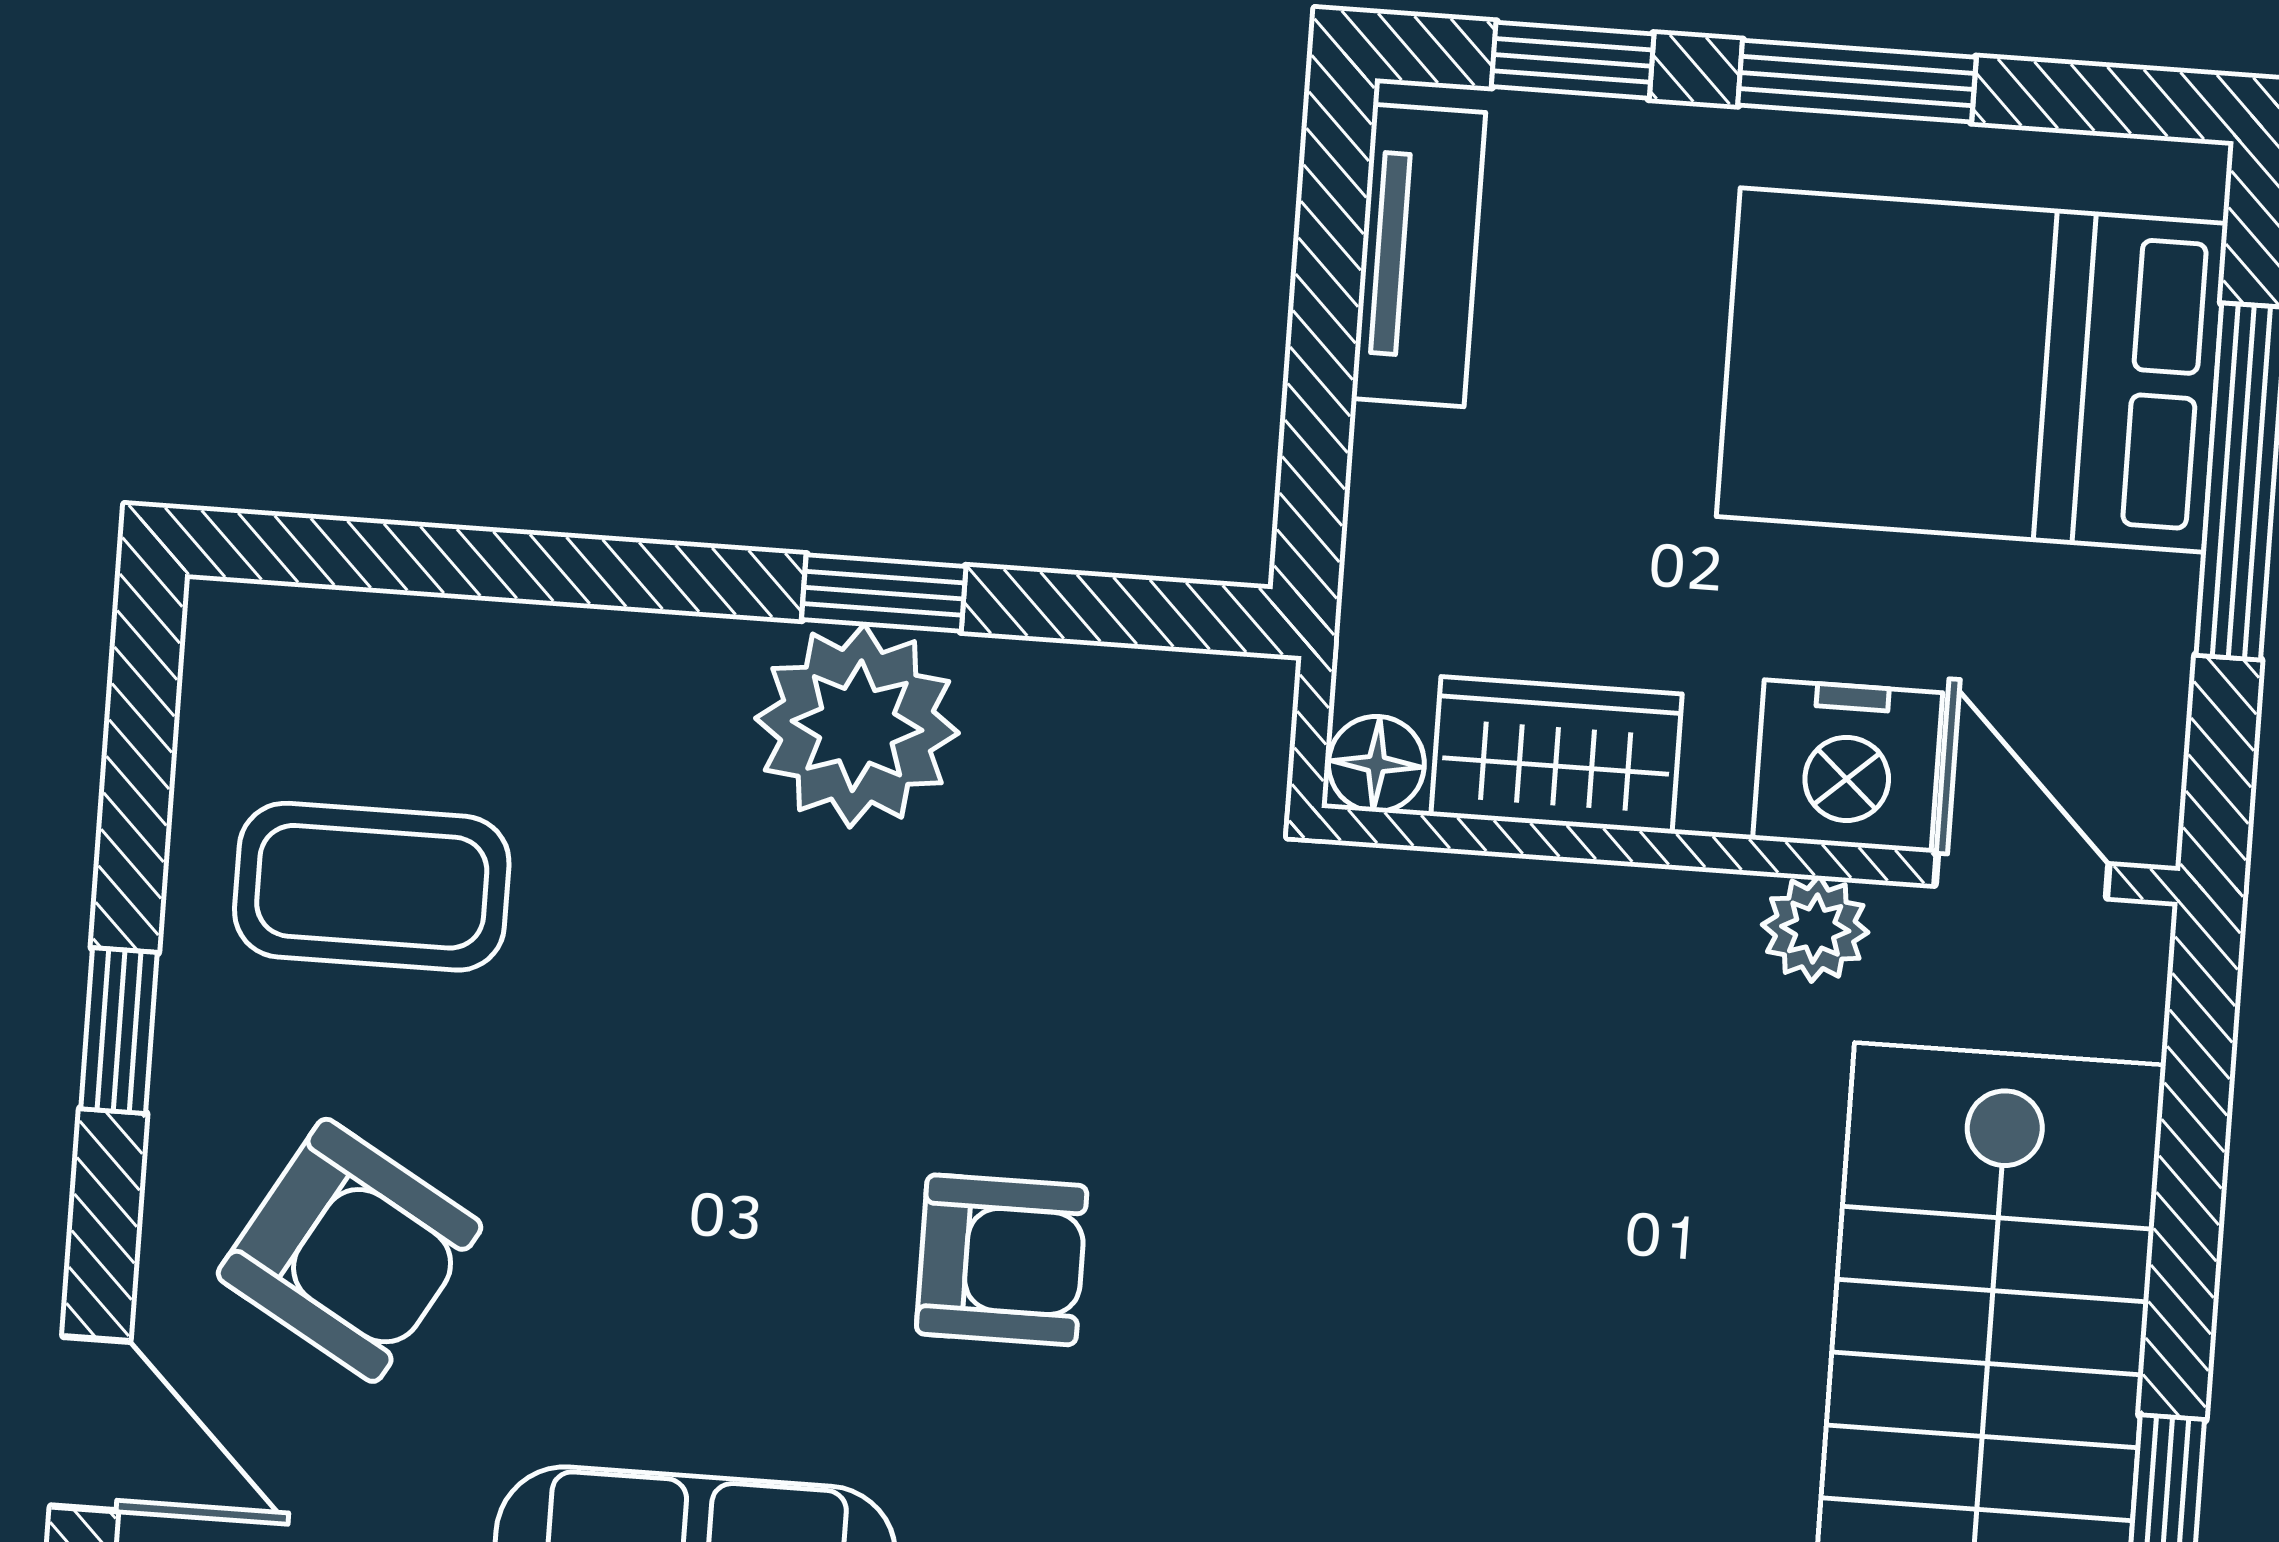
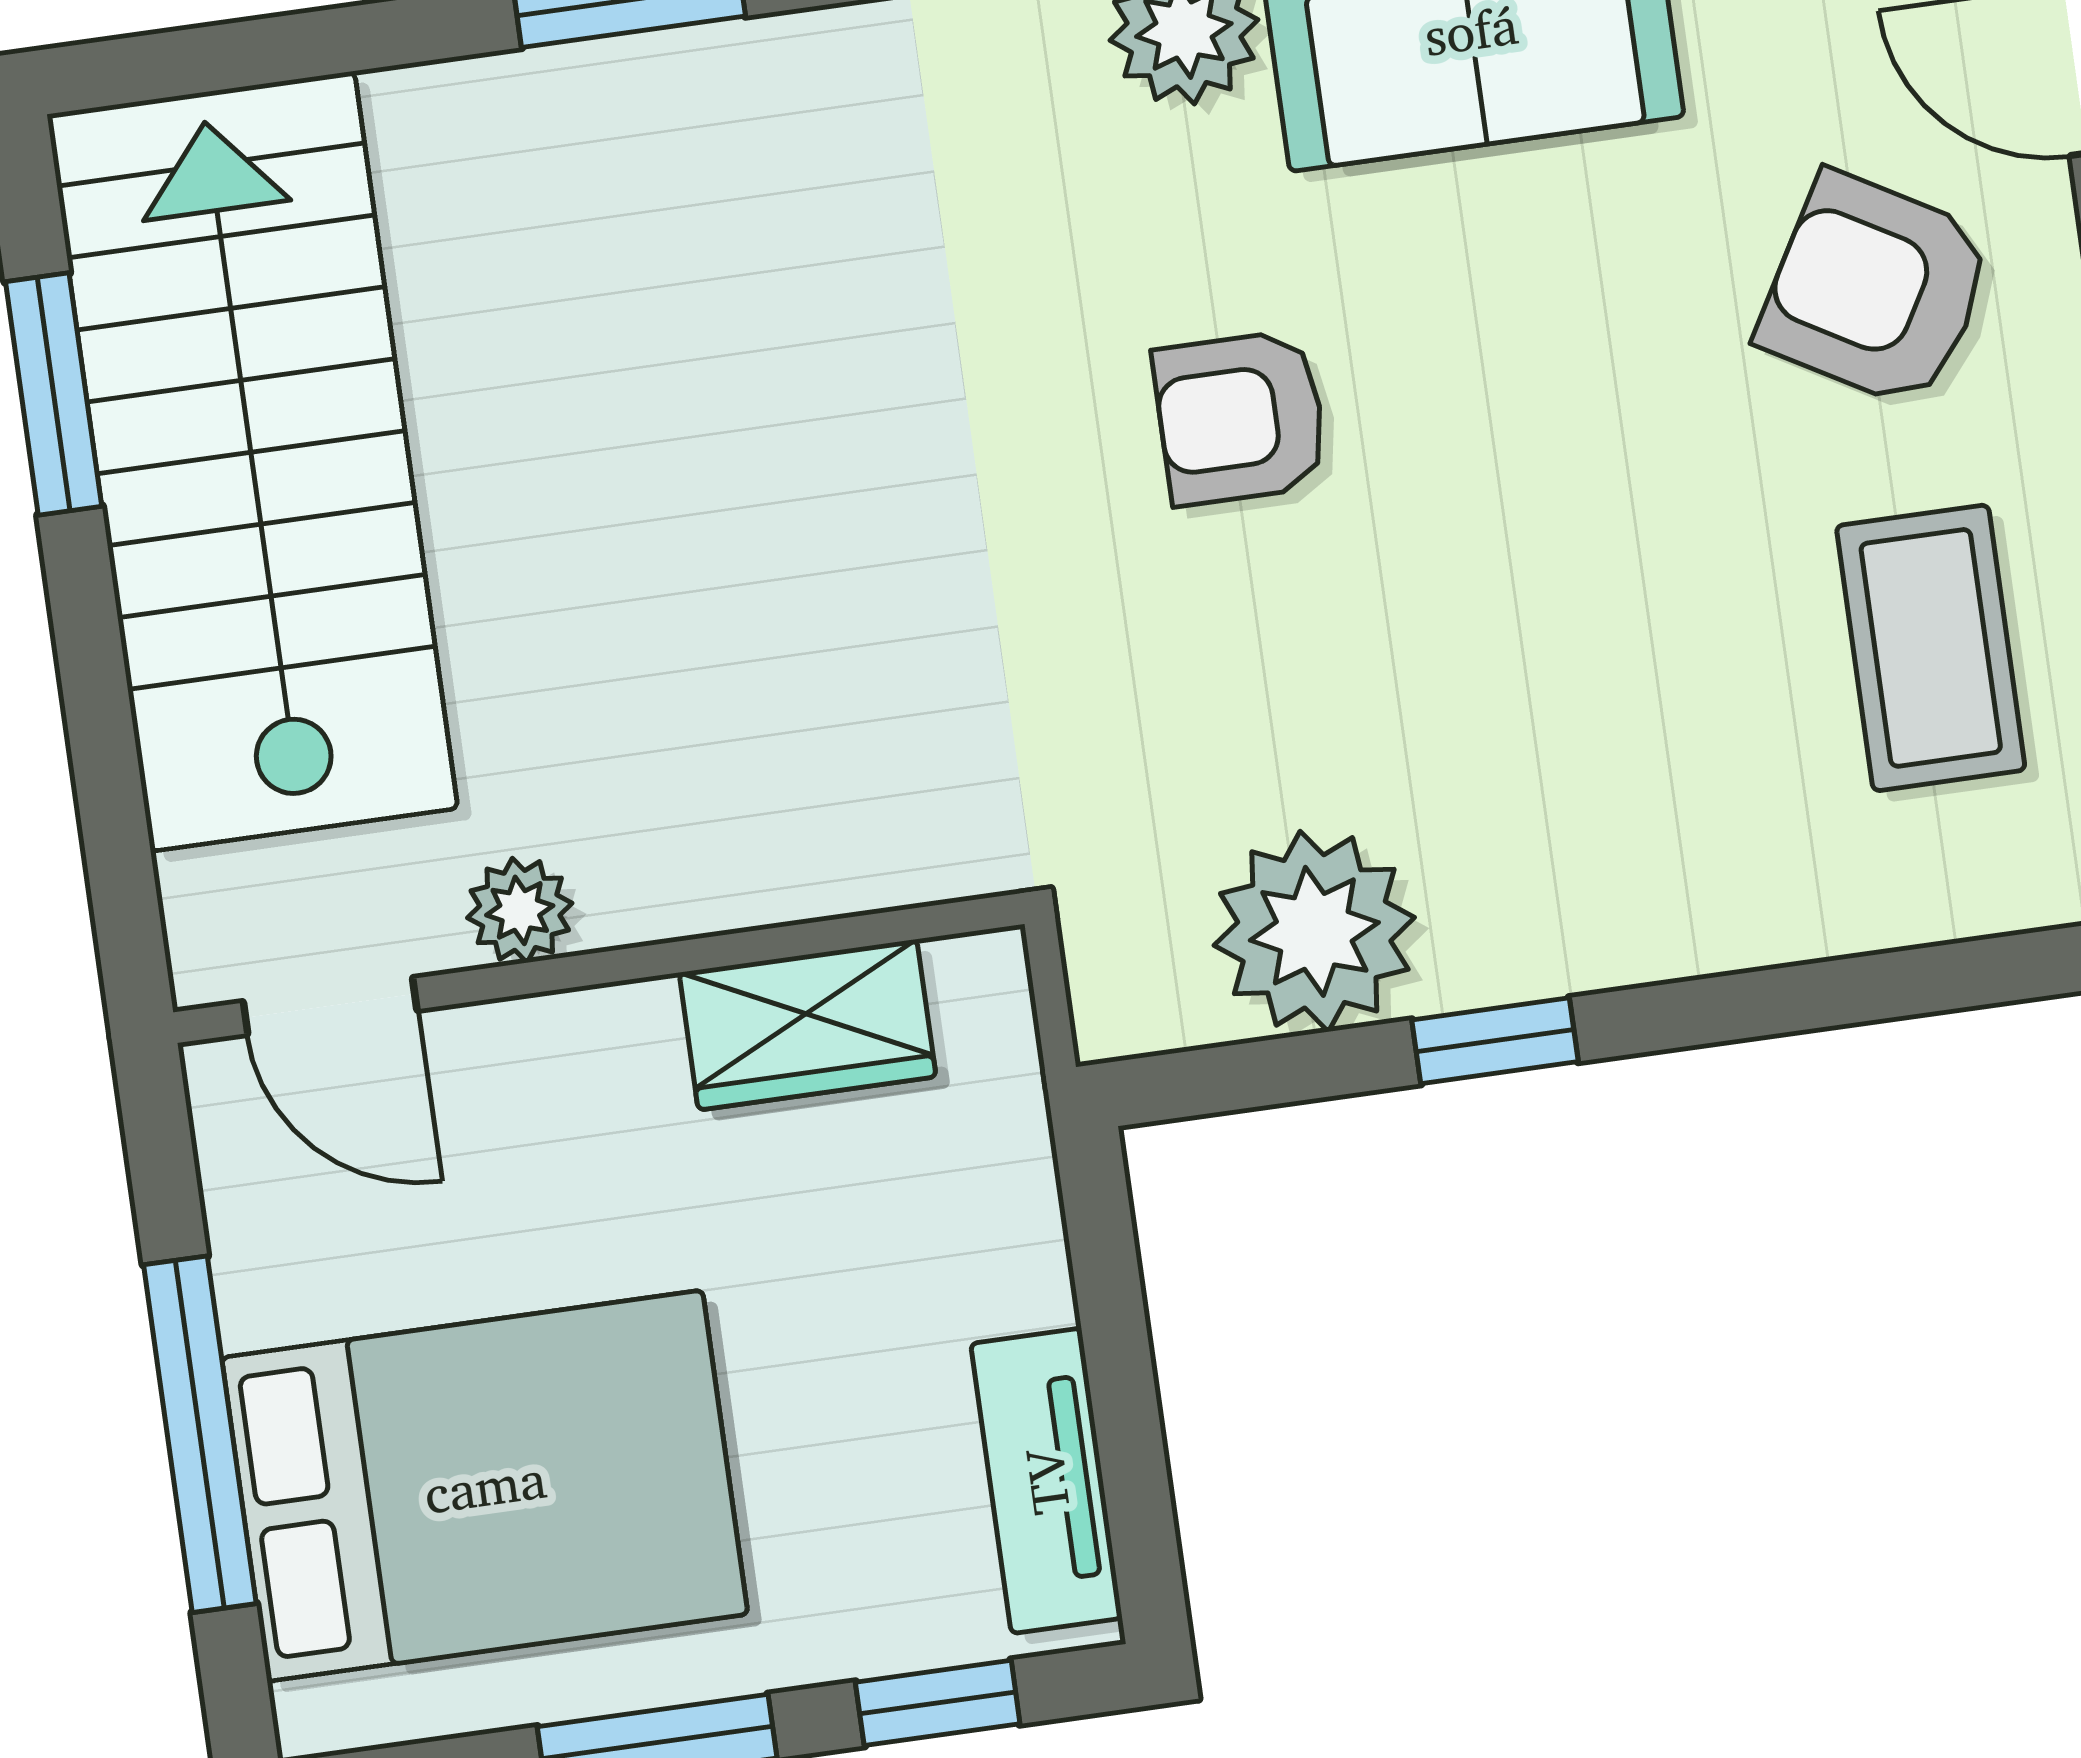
plant: (857, 726) -> (1314, 931), moved
floor lamp: (1376, 764) -> (981, 978), removed
nightstand: (1848, 766) -> (522, 1075), removed
coffee table: (372, 887) -> (1931, 648), turned 90

